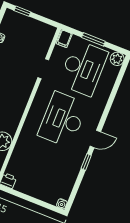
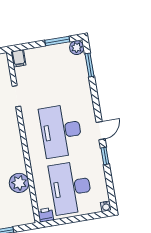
window: (93, 39) -> (57, 41), moved
desk: (83, 68) -> (71, 188), moved, turned 180
window: (119, 80) -> (90, 65), added

